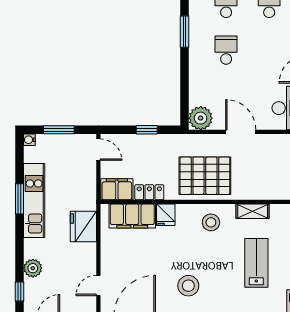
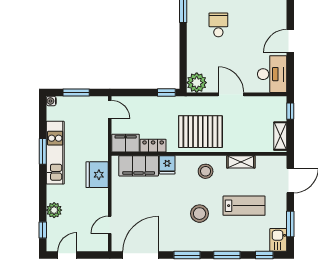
window: (147, 130) -> (166, 93), moved
lab bench: (256, 263) -> (244, 206), turned 90
stool: (188, 286) -> (200, 214), moved

